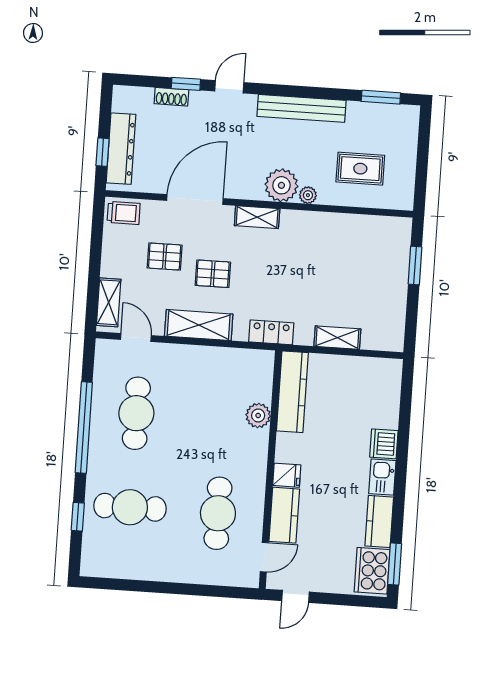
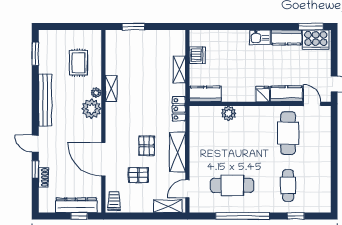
shelving: (257, 217) -> (111, 89), moved
pallet: (165, 257) -> (138, 175), turned 90
kitchen counter: (292, 392) -> (205, 94), width x0.67
dishwasher: (384, 444) -> (197, 55), moved, turned -90
cafe table: (130, 507) -> (288, 185), width x0.73, depth x0.74
cafe table: (218, 513) -> (288, 133), turned 90

